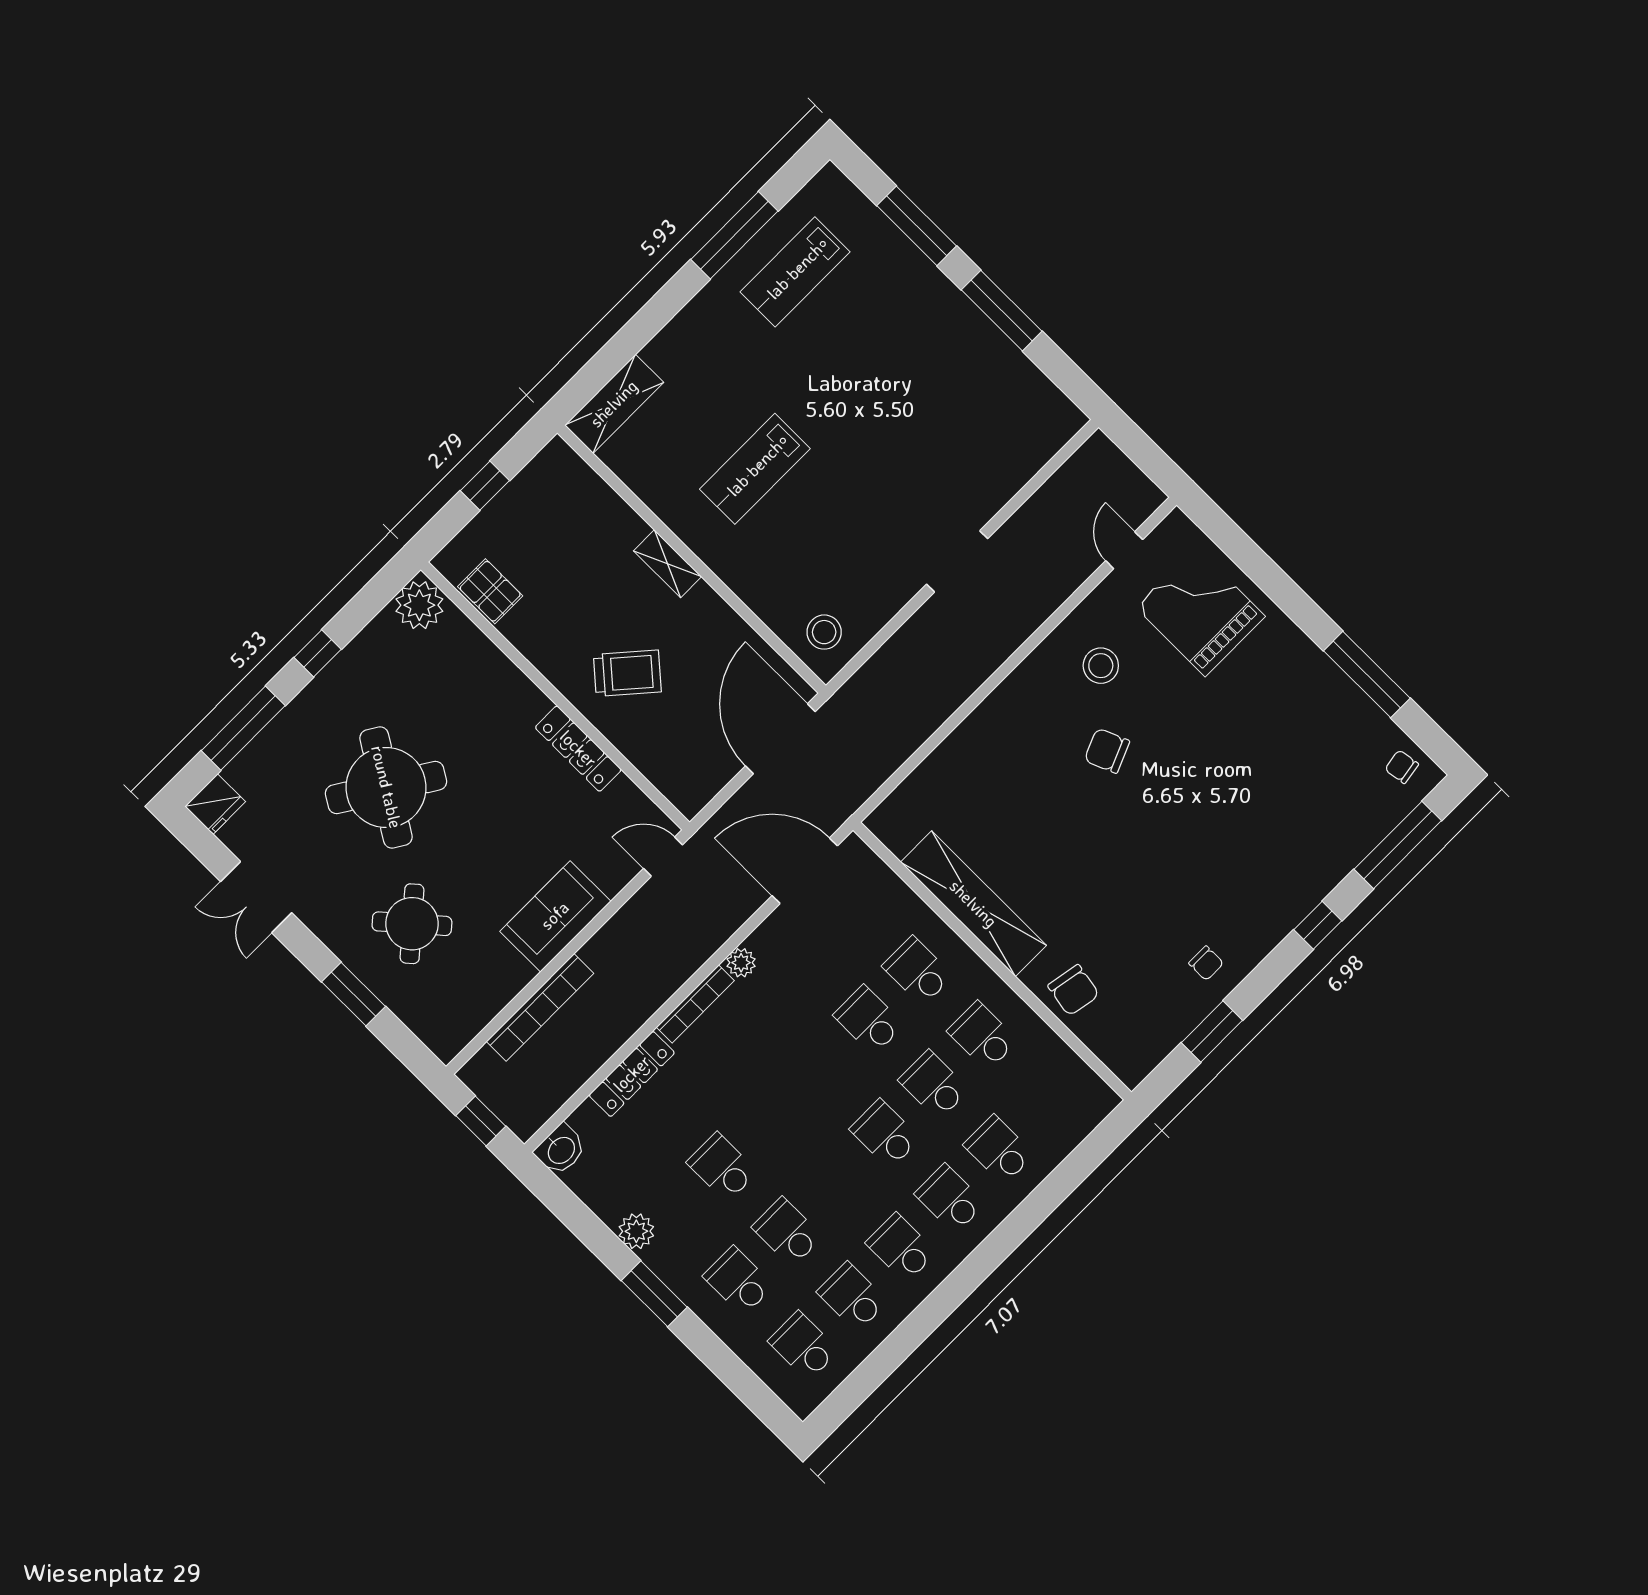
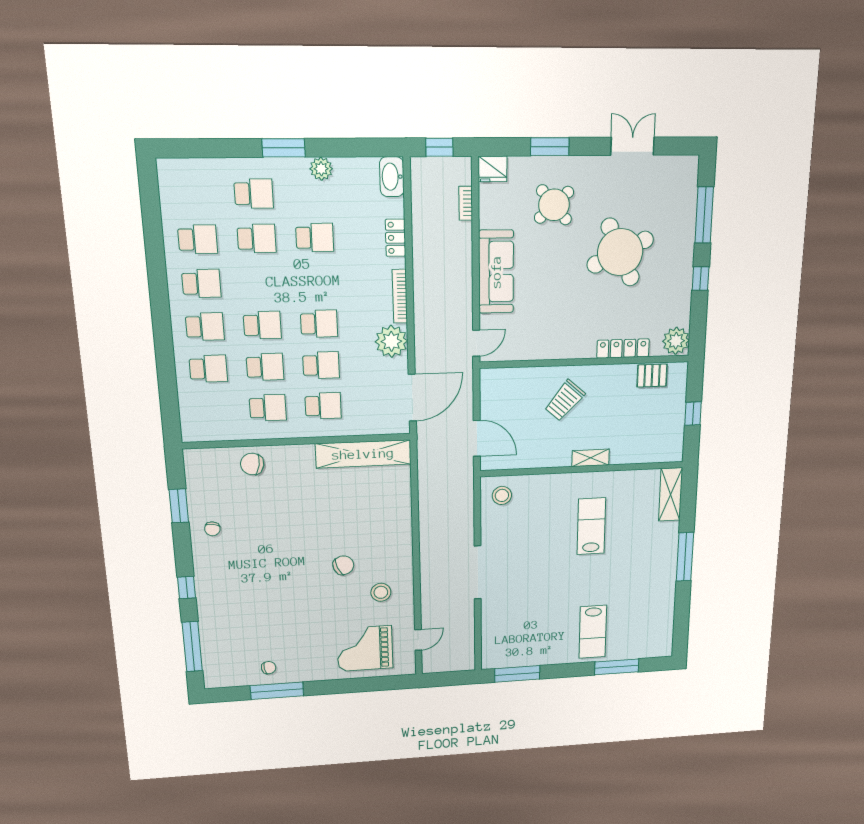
window: (734, 235) -> (685, 557), moved
lab bench: (795, 272) -> (593, 632), moved, turned 180
window: (1002, 311) -> (517, 674), moved
door: (1124, 550) -> (418, 640), hinge flipped
doorway: (957, 561) -> (478, 572), width x1.36
grand piano: (1200, 612) -> (365, 648), turned 180
door: (780, 739) -> (477, 438), width x0.73
locker: (578, 749) -> (623, 348), moved
chair: (1402, 767) -> (269, 668), moved
round table: (386, 787) -> (620, 252), turned 33
fridge: (215, 804) -> (493, 169), moved, turned -90
shelving: (973, 904) -> (363, 454), moved
sofa: (555, 916) -> (496, 272), width x1.36
plant: (741, 963) -> (391, 341), width x1.87, depth x1.87
chair: (1206, 963) -> (212, 529), turned -81
bookcase: (540, 1007) -> (466, 203), width x0.43, depth x0.76
locker: (632, 1074) -> (396, 238), width x0.66
washbasin: (561, 1150) -> (392, 177), width x1.38
school desk: (803, 1346) -> (319, 324), moved

